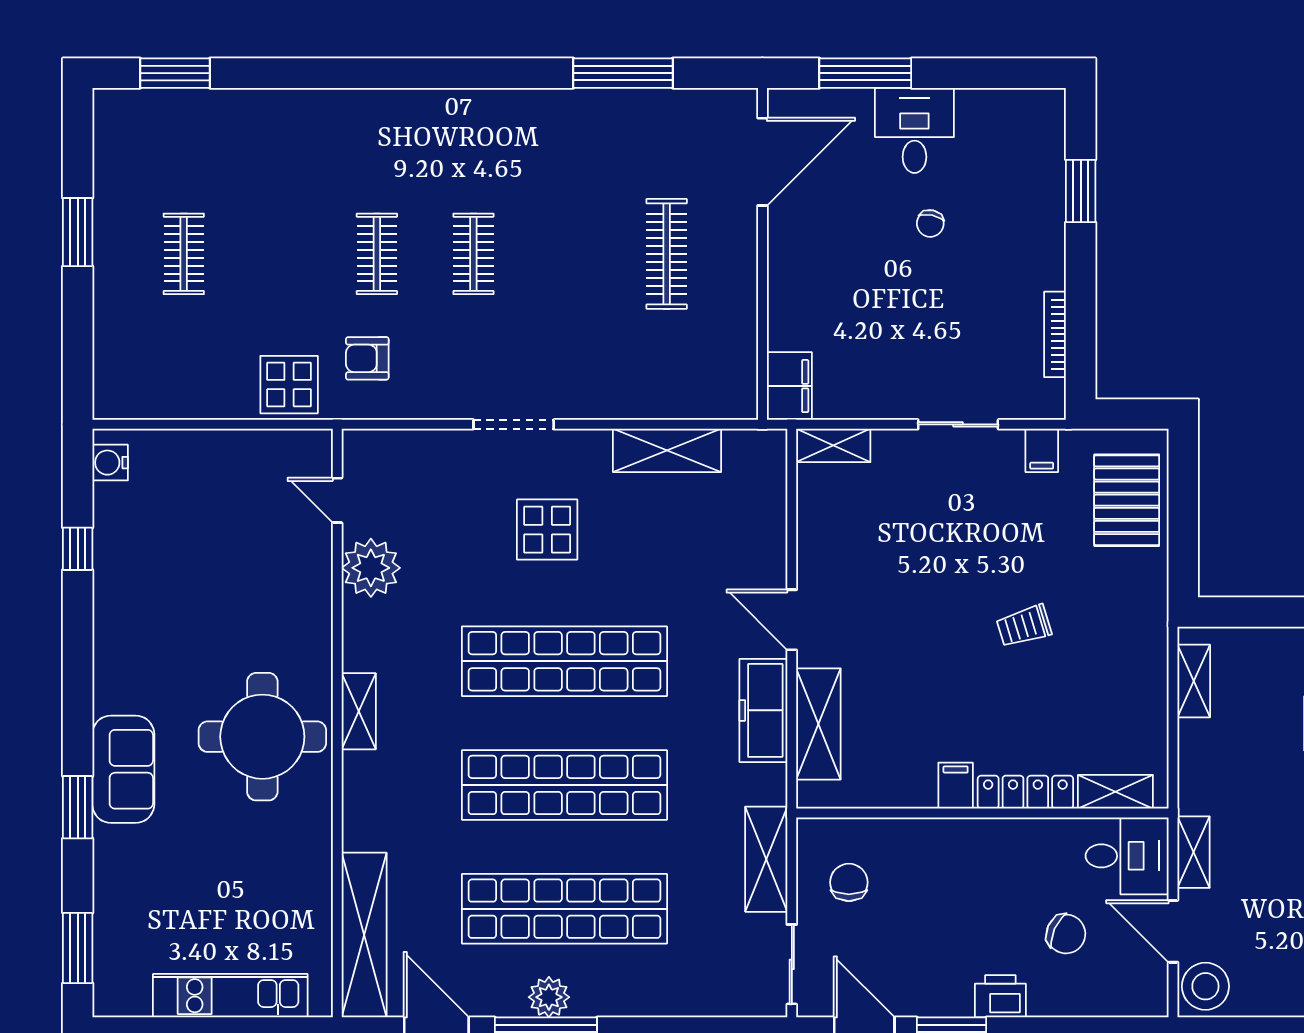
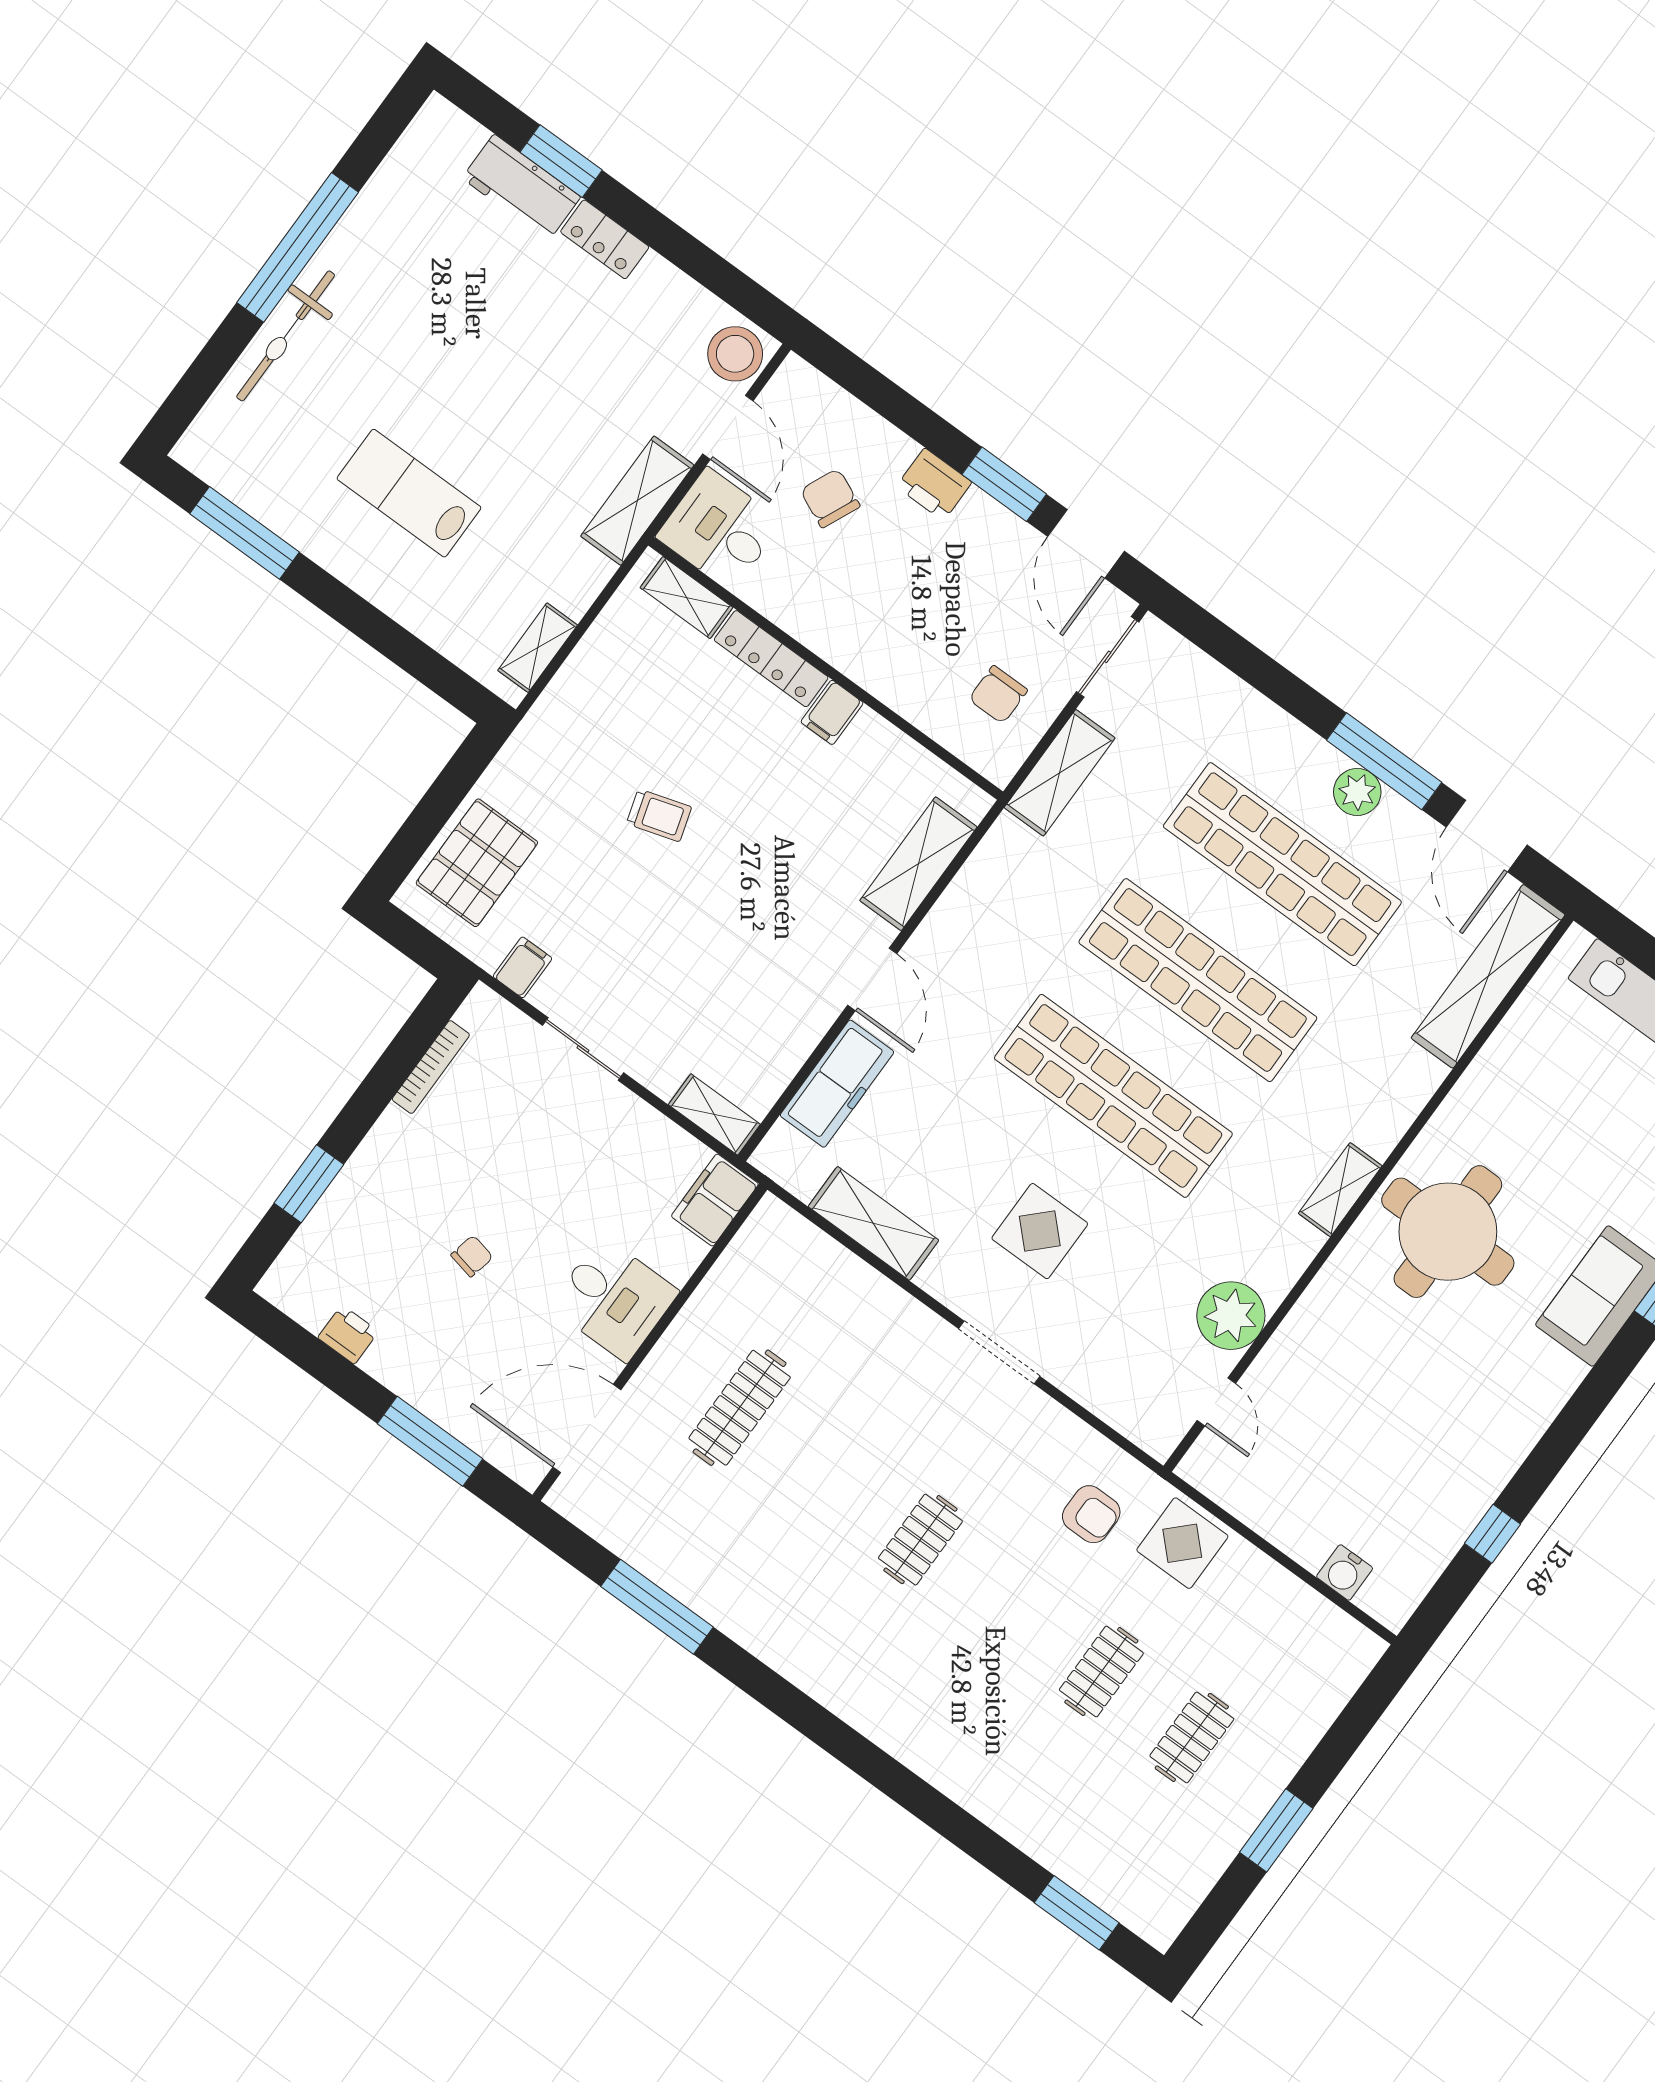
printer: (977, 106) -> (348, 1335), added
desk: (914, 130) -> (614, 1299), moved, turned -90
clothes rail: (377, 254) -> (1101, 1672), moved
water cooler: (110, 463) -> (1345, 1572), moved, turned 90
freezer: (763, 710) -> (837, 1084), moved
shelving: (1194, 852) -> (637, 501), width x1.50, depth x1.33

